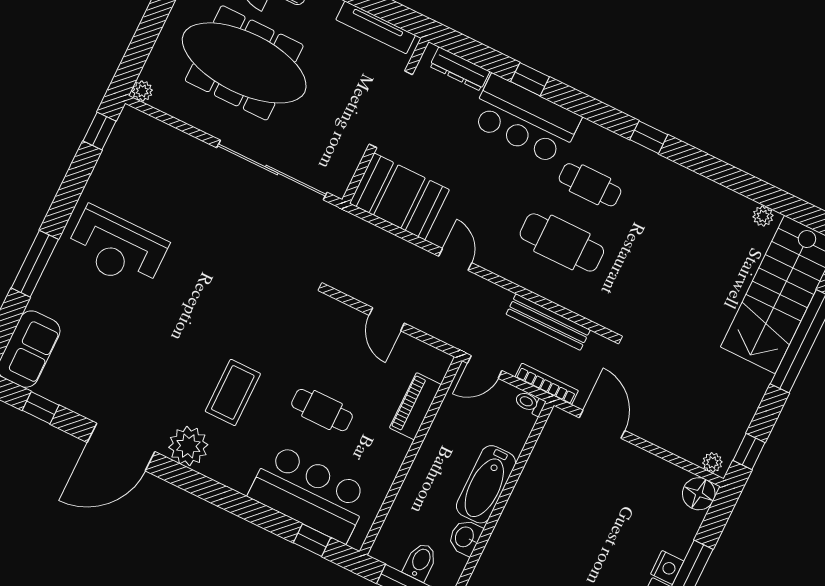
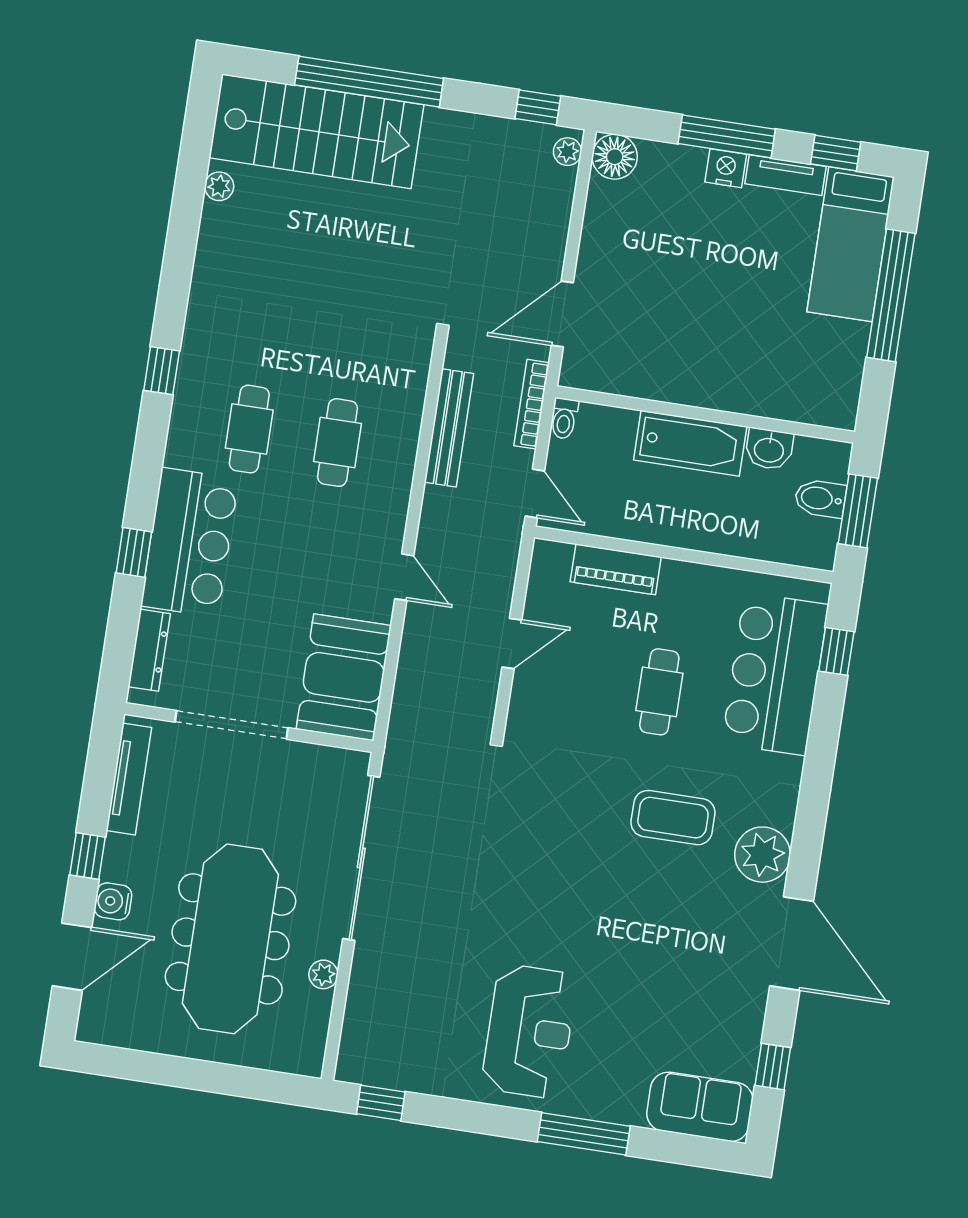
plant: (142, 91) -> (323, 974), moved
cafe table: (562, 242) -> (338, 443), width x0.73, depth x0.74
door: (455, 259) -> (404, 577), swing flipped

